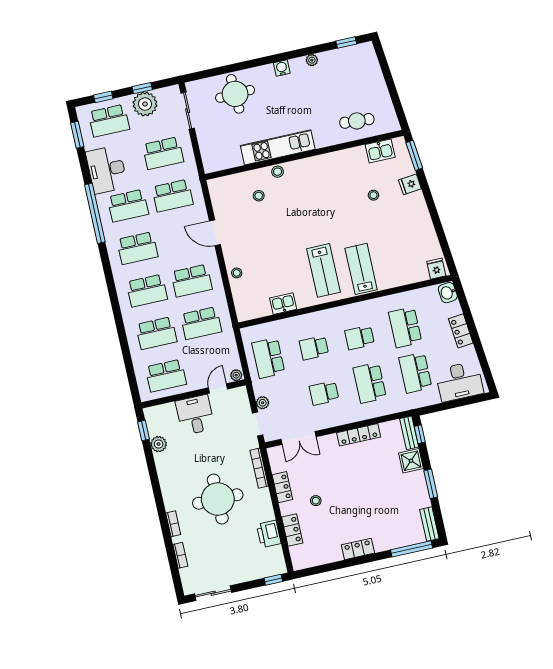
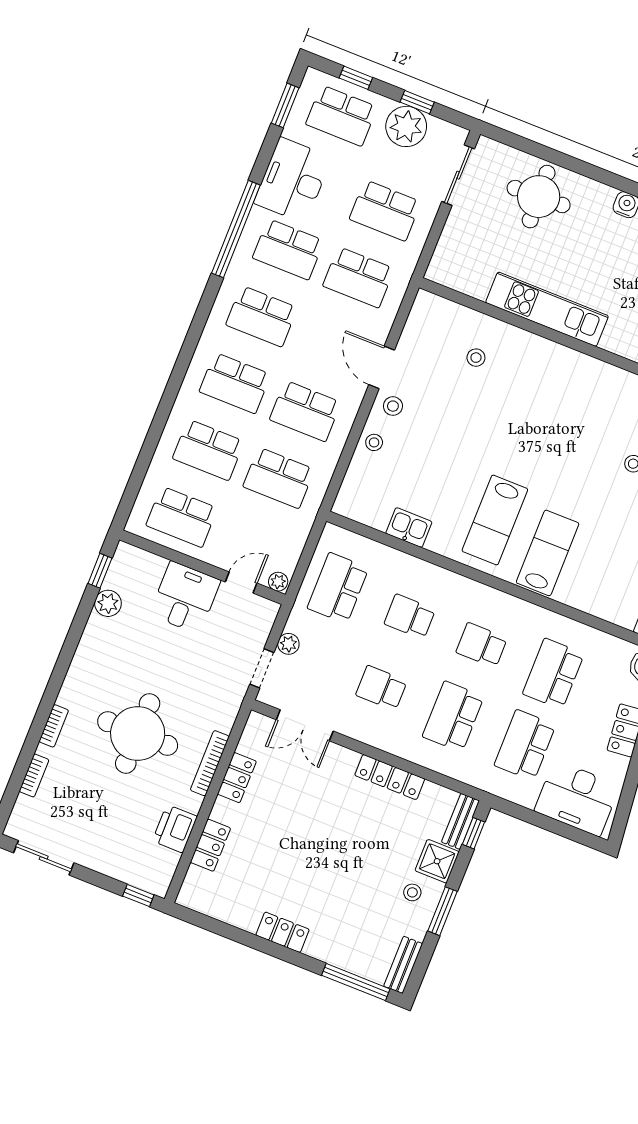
stool: (278, 172) -> (393, 406), moved
bookcase: (259, 468) -> (210, 763), moved
stool: (316, 501) -> (412, 892), moved

